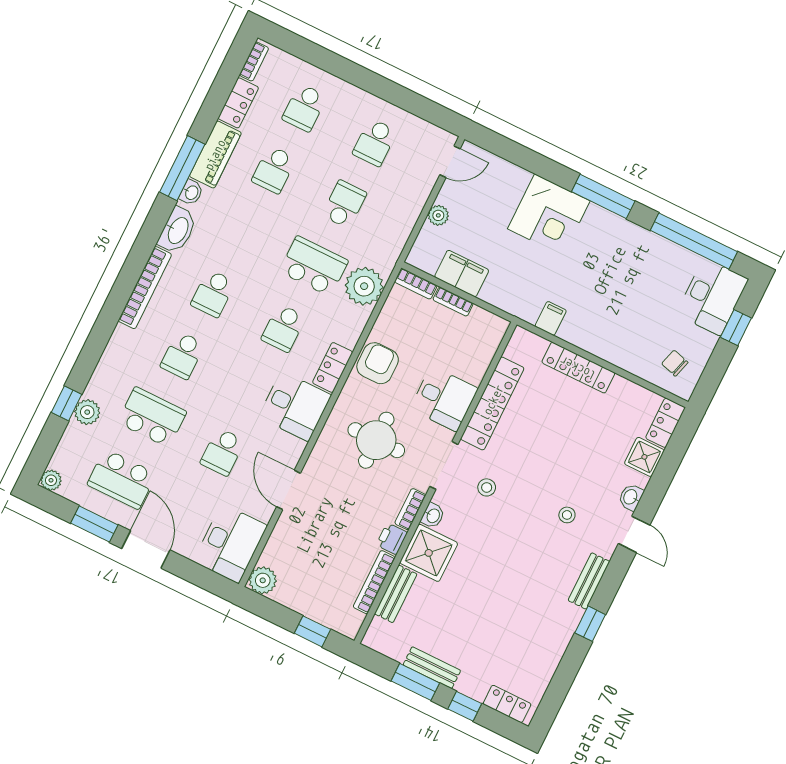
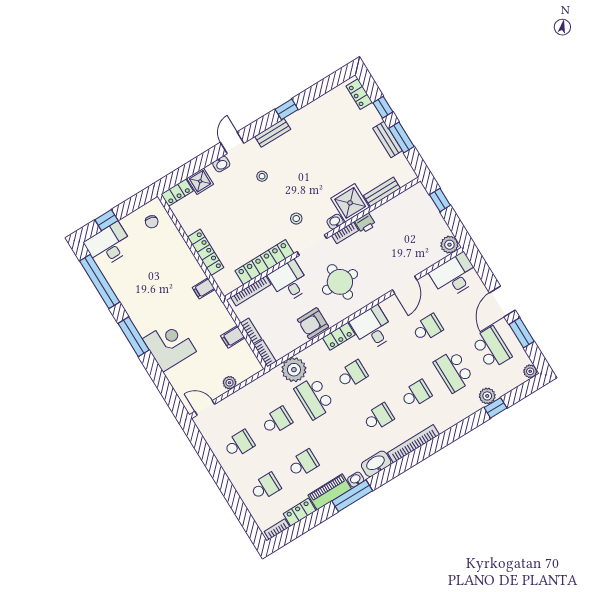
school desk: (344, 204) -> (277, 421), turned 180
filing cabinet: (462, 274) -> (233, 337), width x0.50
bookcase: (374, 582) -> (251, 291), moved

